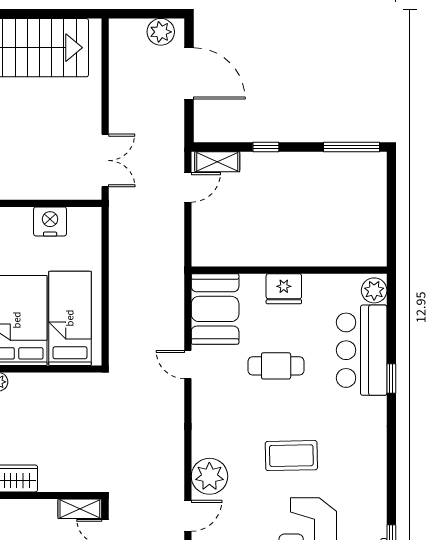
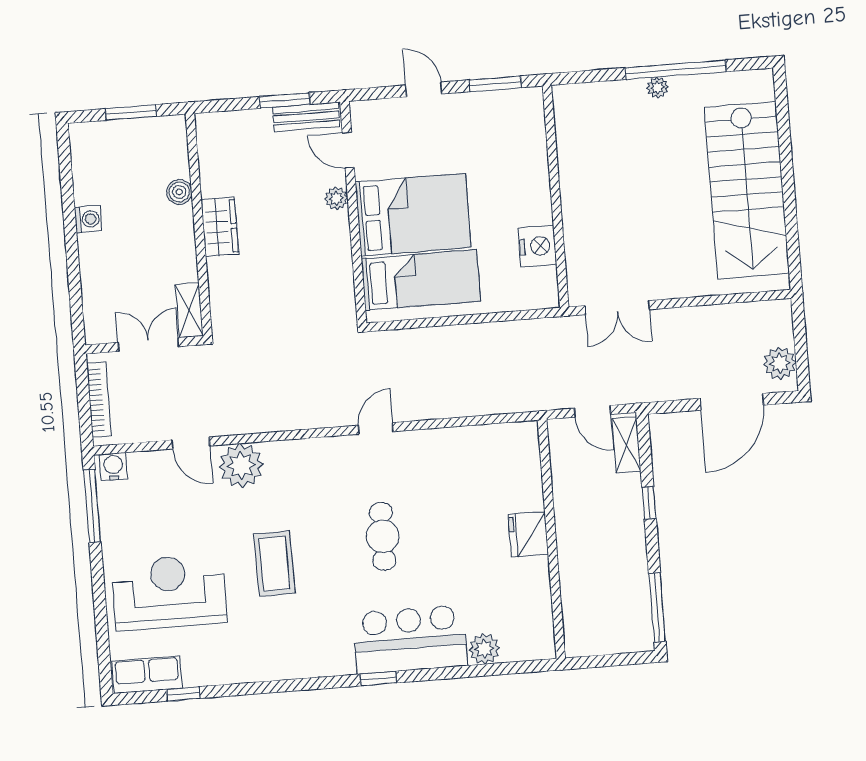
wall: (289, 270) -> (551, 539), moved
fridge: (284, 289) -> (528, 534), moved
booth: (215, 309) -> (446, 456), removed

